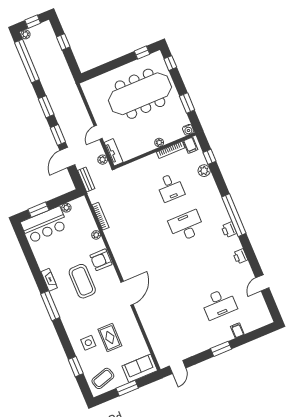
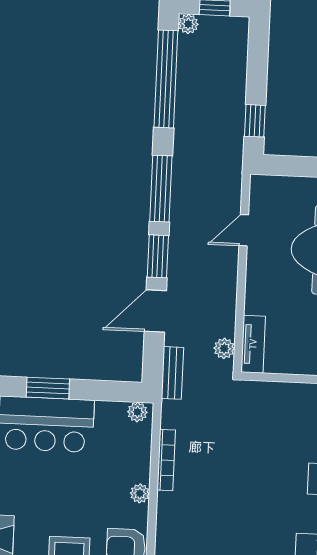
window: (63, 42) -> (255, 121), moved
window: (46, 107) -> (161, 189), width x1.44
door: (98, 132) -> (244, 230), moved
plant: (66, 208) -> (137, 412), moved

